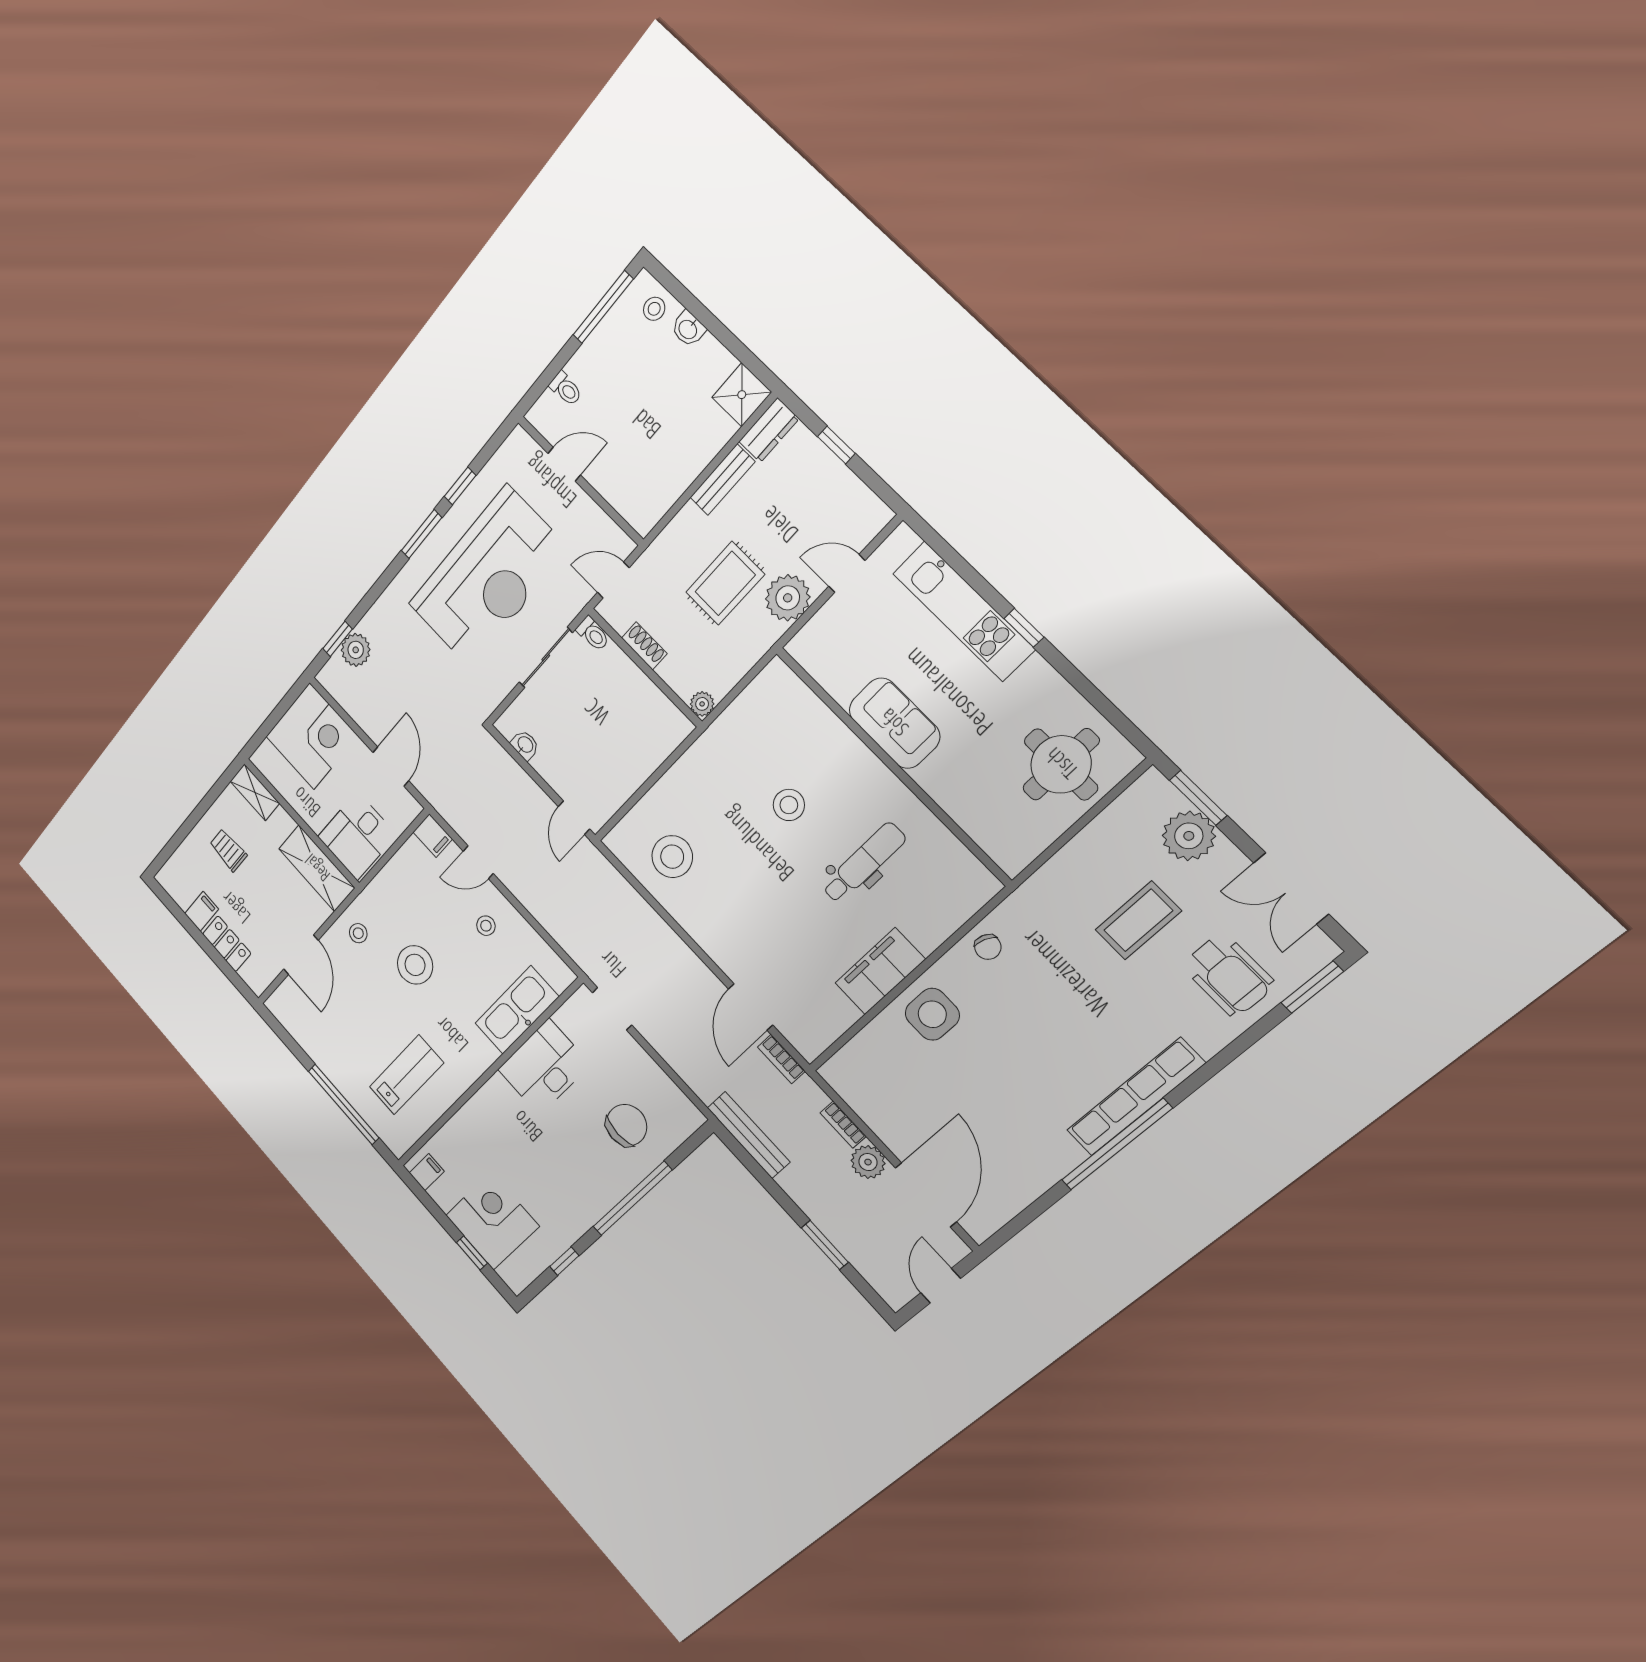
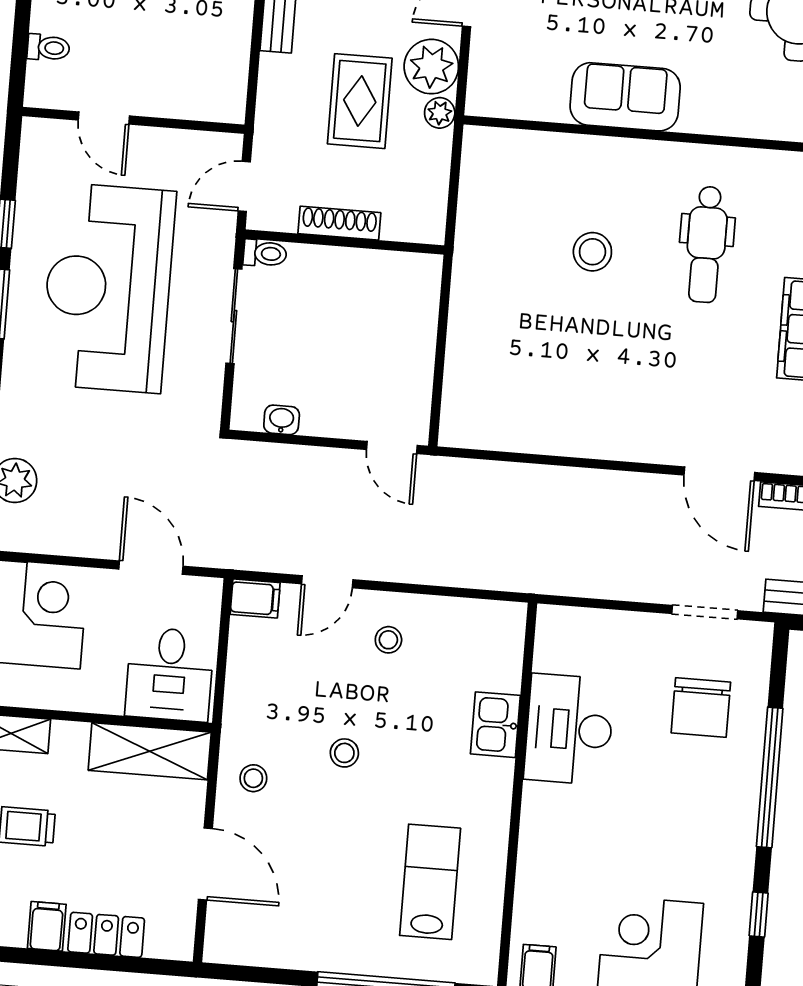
door: (564, 464) -> (104, 118), swing flipped
reception desk: (488, 577) -> (108, 288), turned 180
shoe rack: (644, 646) -> (339, 223), width x1.43
plant: (702, 704) -> (440, 113), moved
stool: (672, 857) -> (522, 398), removed
dental chair: (864, 863) -> (706, 244), turned 180
stool: (415, 965) -> (344, 753), width x0.53, depth x0.53
doorway: (612, 1009) -> (705, 612), moved
kitchen sink: (517, 1010) -> (495, 725), width x0.53, depth x0.81
chair: (626, 1125) -> (701, 707), turned 180

